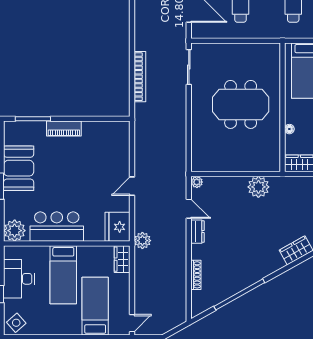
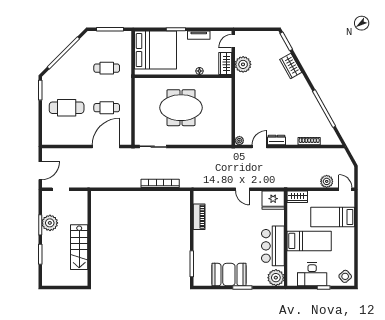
meeting table: (241, 104) -> (181, 108), turned 90
piano: (64, 129) -> (199, 217), moved
plant: (258, 187) -> (243, 64), moved
plant: (142, 241) -> (327, 181), moved

